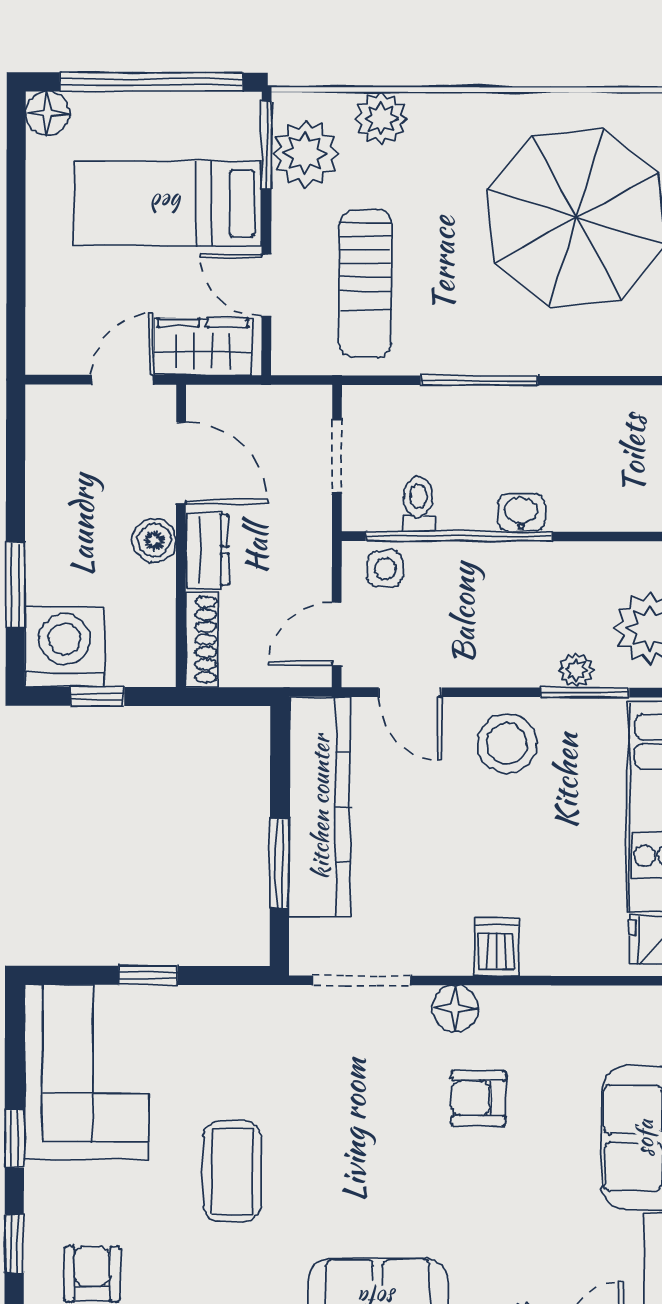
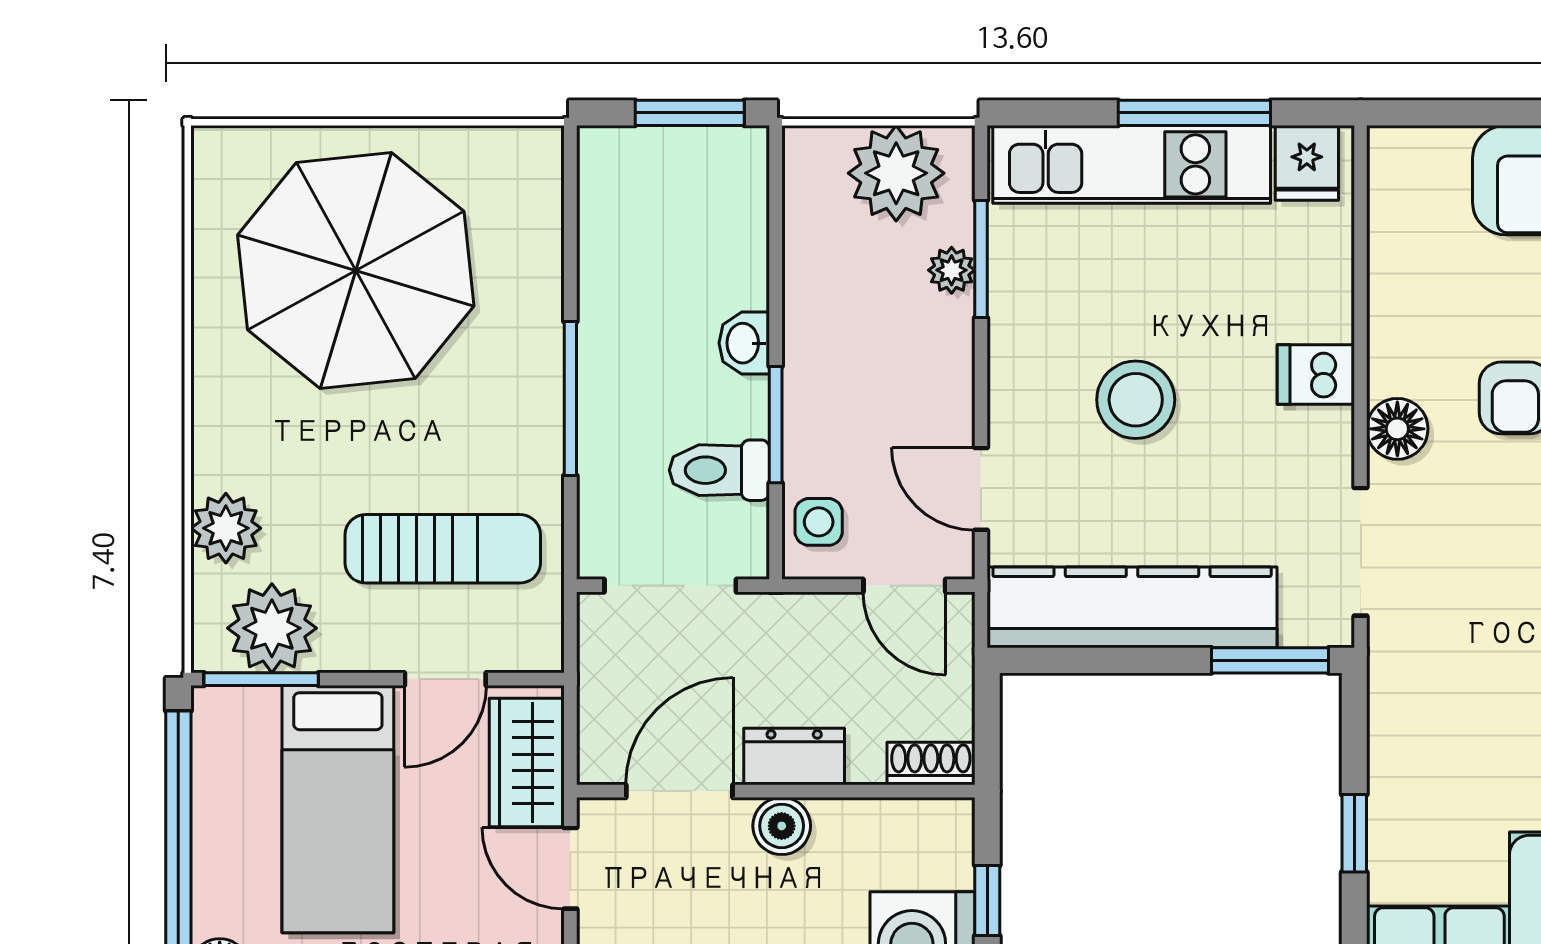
doorway: (337, 456) -> (670, 586), width x1.38
toilet: (418, 504) -> (719, 470), width x1.37, depth x1.39
window: (459, 536) -> (776, 425), width x0.47
shoe rack: (202, 639) -> (931, 764), width x0.70
door: (410, 692) -> (981, 489), swing flipped
stool: (507, 743) -> (1136, 400), moved
window: (280, 863) -> (1270, 660), moved

